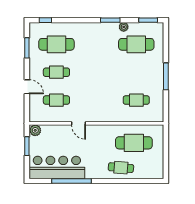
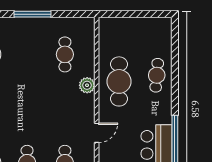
plant: (114, 116) -> (87, 85), added
cafe table: (134, 143) -> (119, 81), moved

